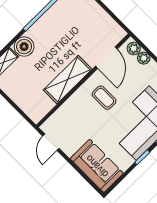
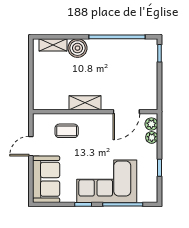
shelving: (68, 80) -> (85, 103), width x0.67, depth x0.75
coffee table: (104, 98) -> (67, 131), moved, turned 90
door: (51, 142) -> (31, 146), moved

